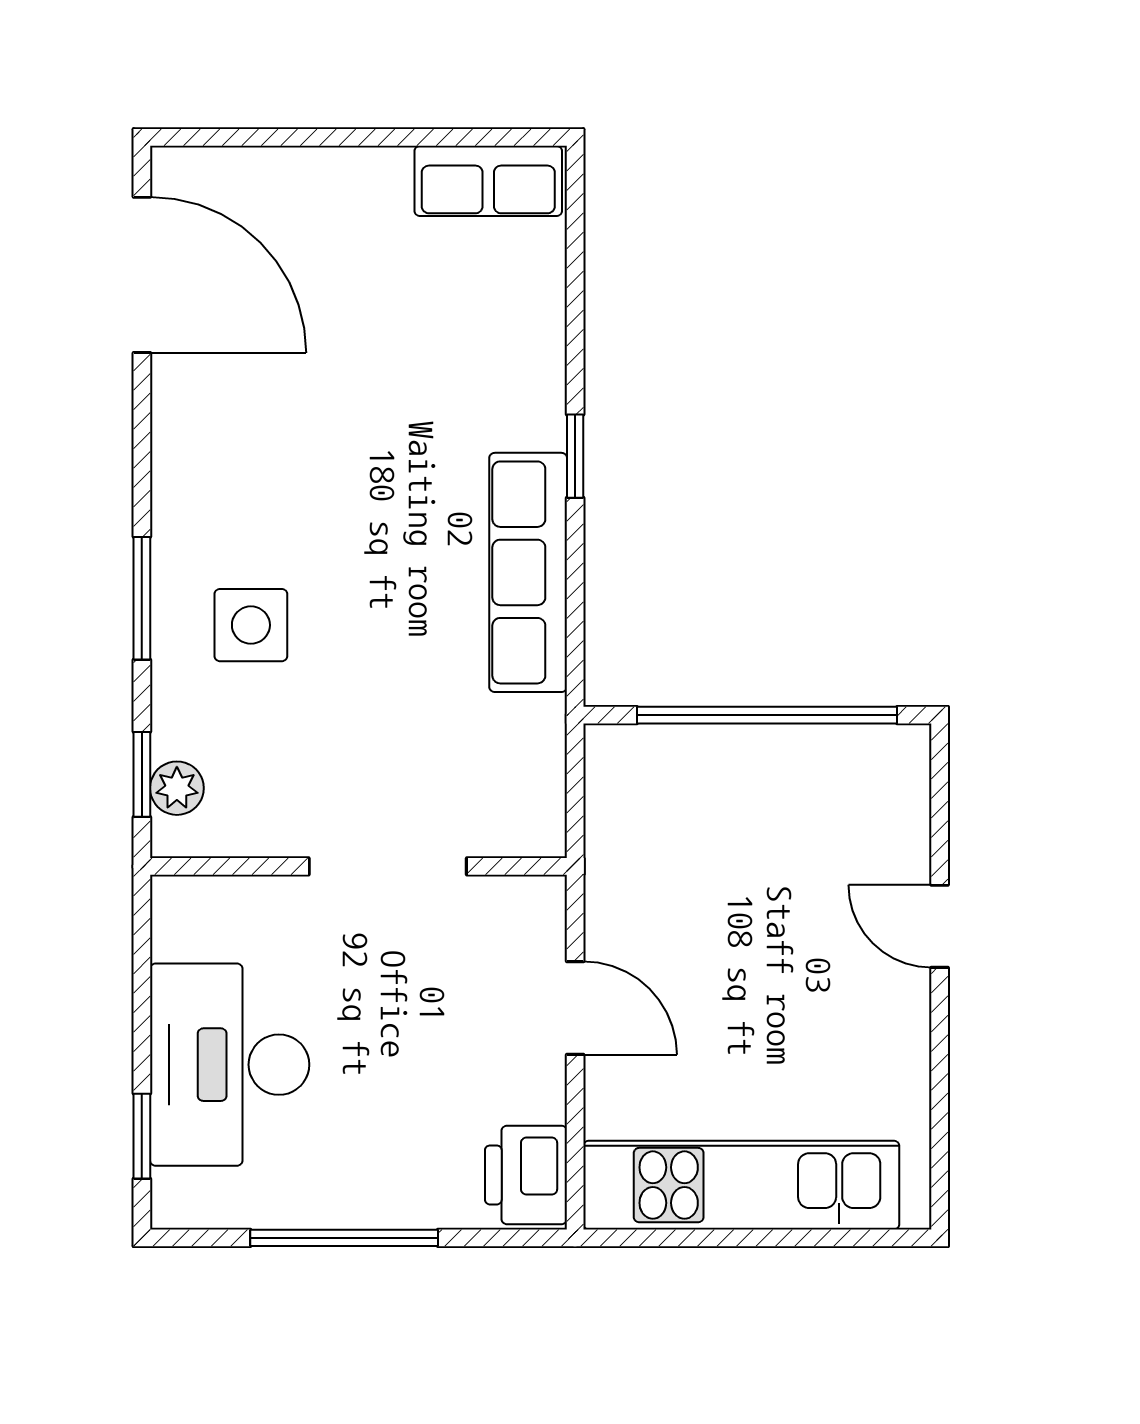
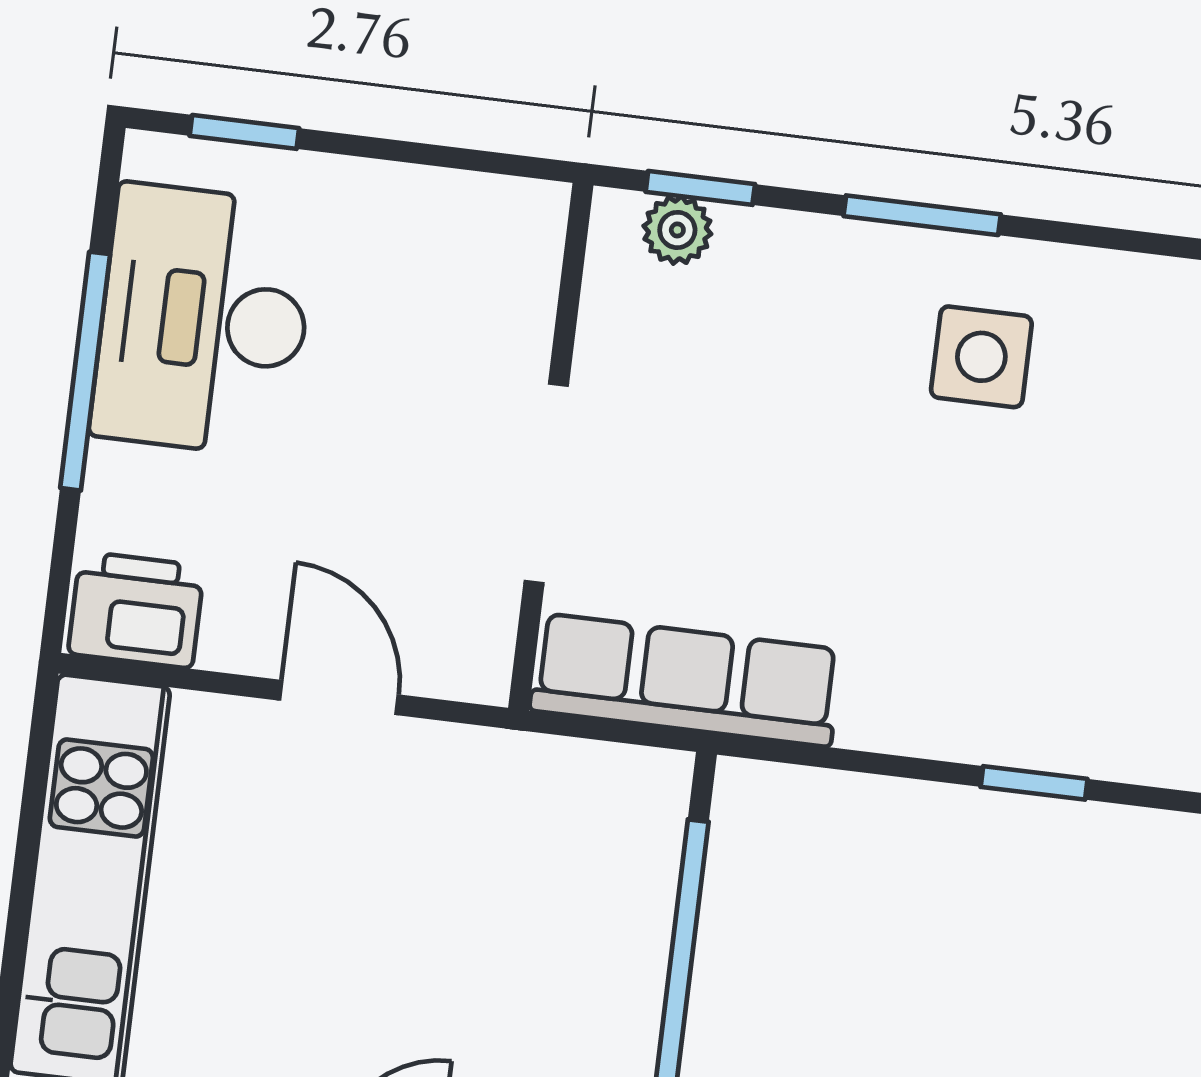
row of seats: (528, 572) -> (686, 680), moved
side table: (251, 625) -> (981, 357), moved
door: (575, 1008) -> (339, 698), swing flipped
desk: (230, 1065) -> (204, 320), moved, turned -90

